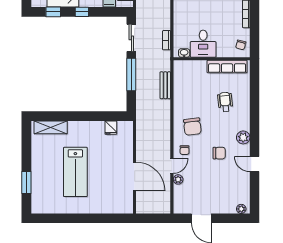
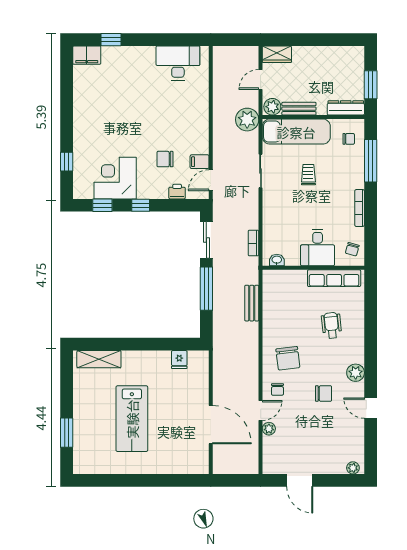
desk: (203, 44) -> (318, 248), moved

